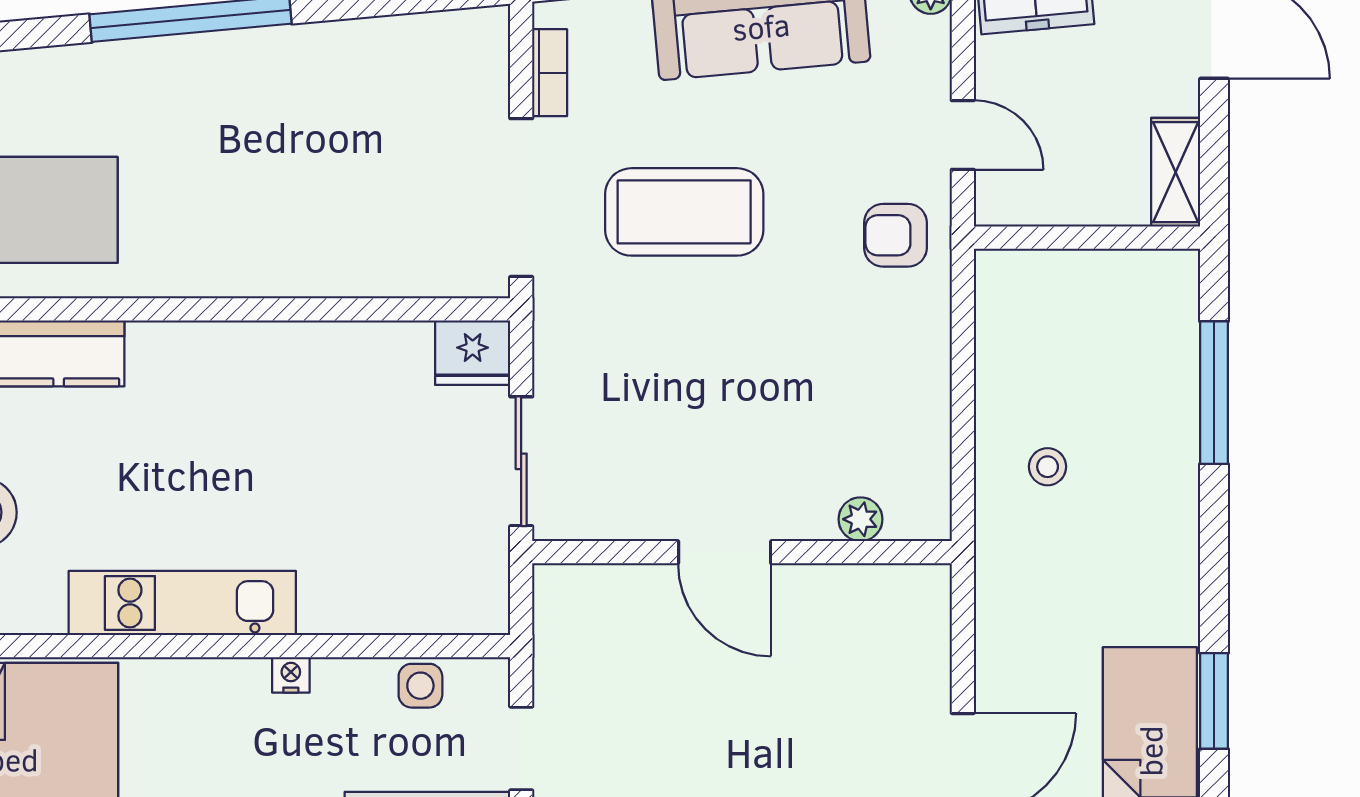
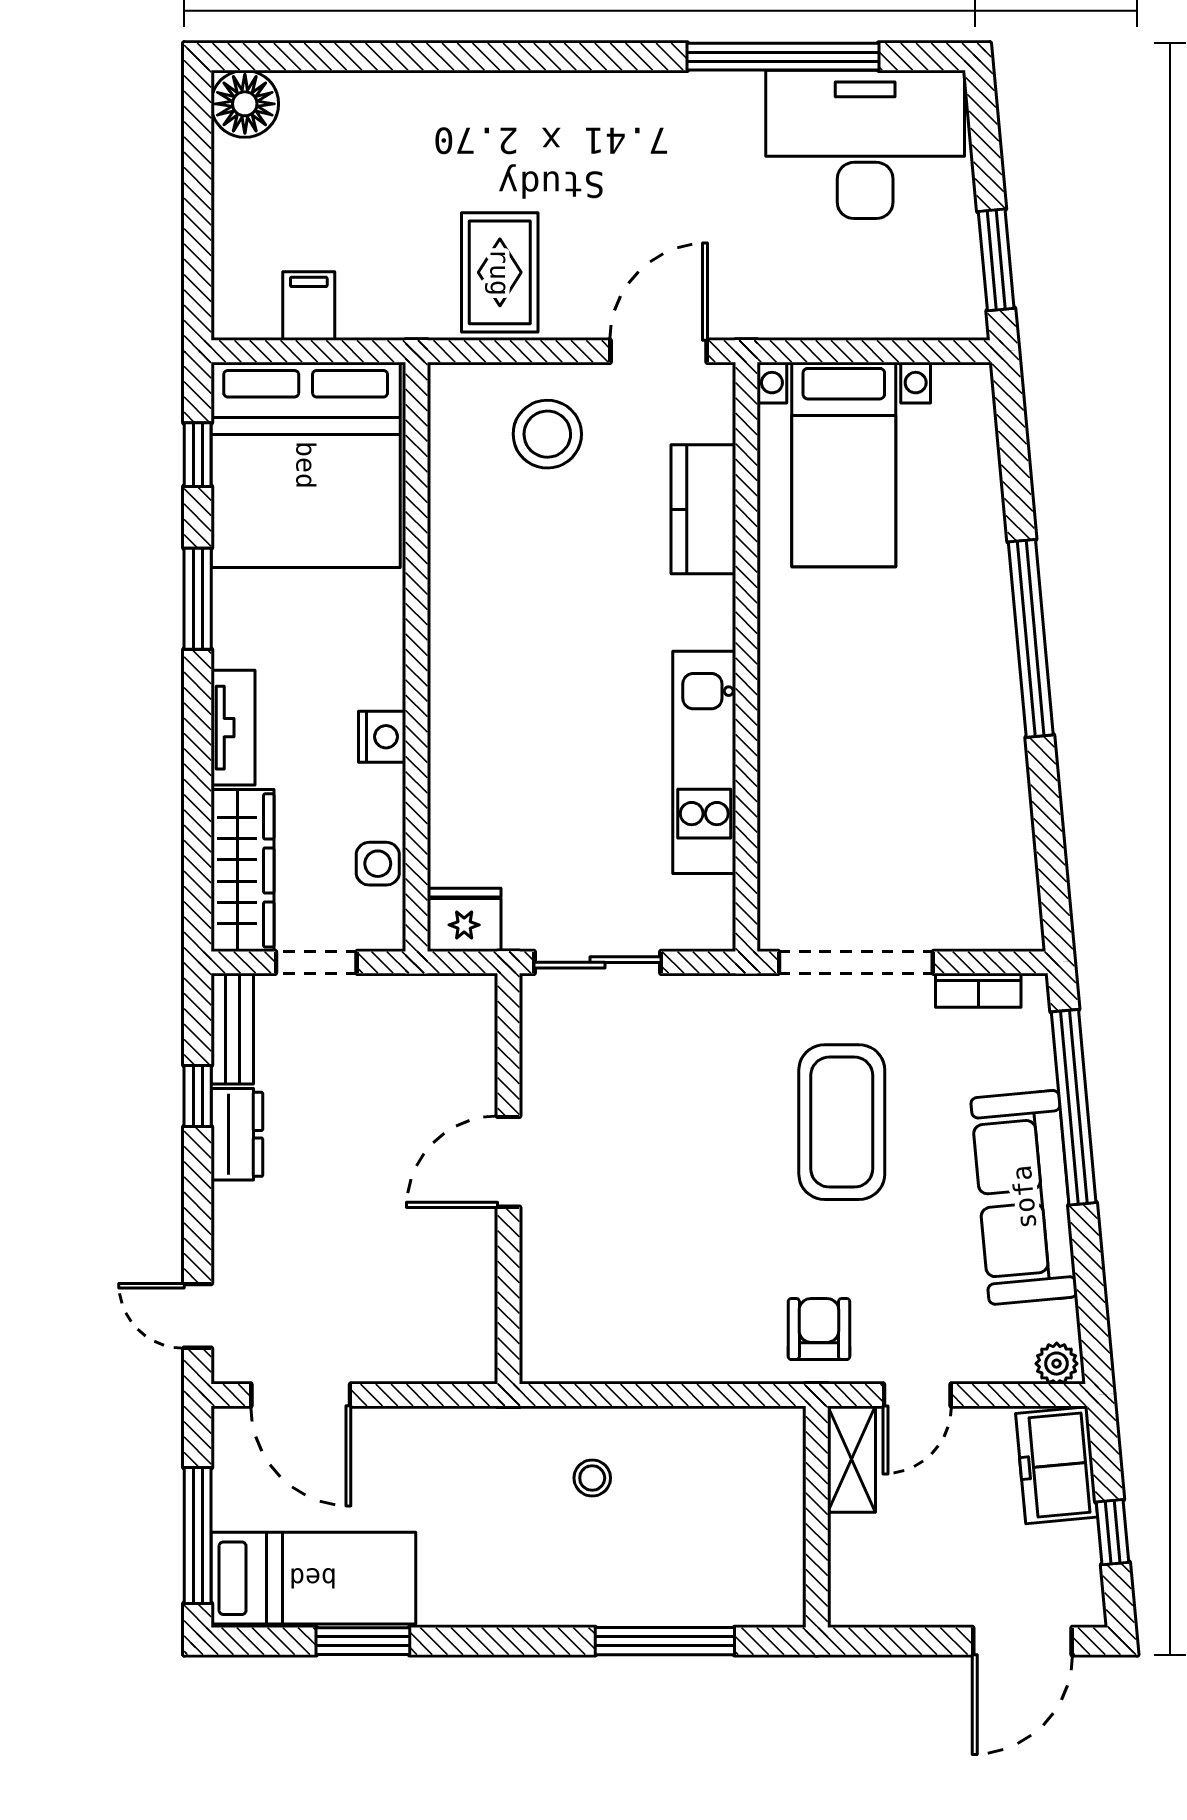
shelving: (1176, 172) -> (851, 1459), moved, turned 90
fridge: (473, 353) -> (464, 920), moved, turned 90
plant: (860, 519) -> (541, 1295), removed
kitchen unit: (182, 603) -> (704, 762), moved, turned 180
nightstand: (291, 675) -> (382, 737), width x1.39, depth x1.35

